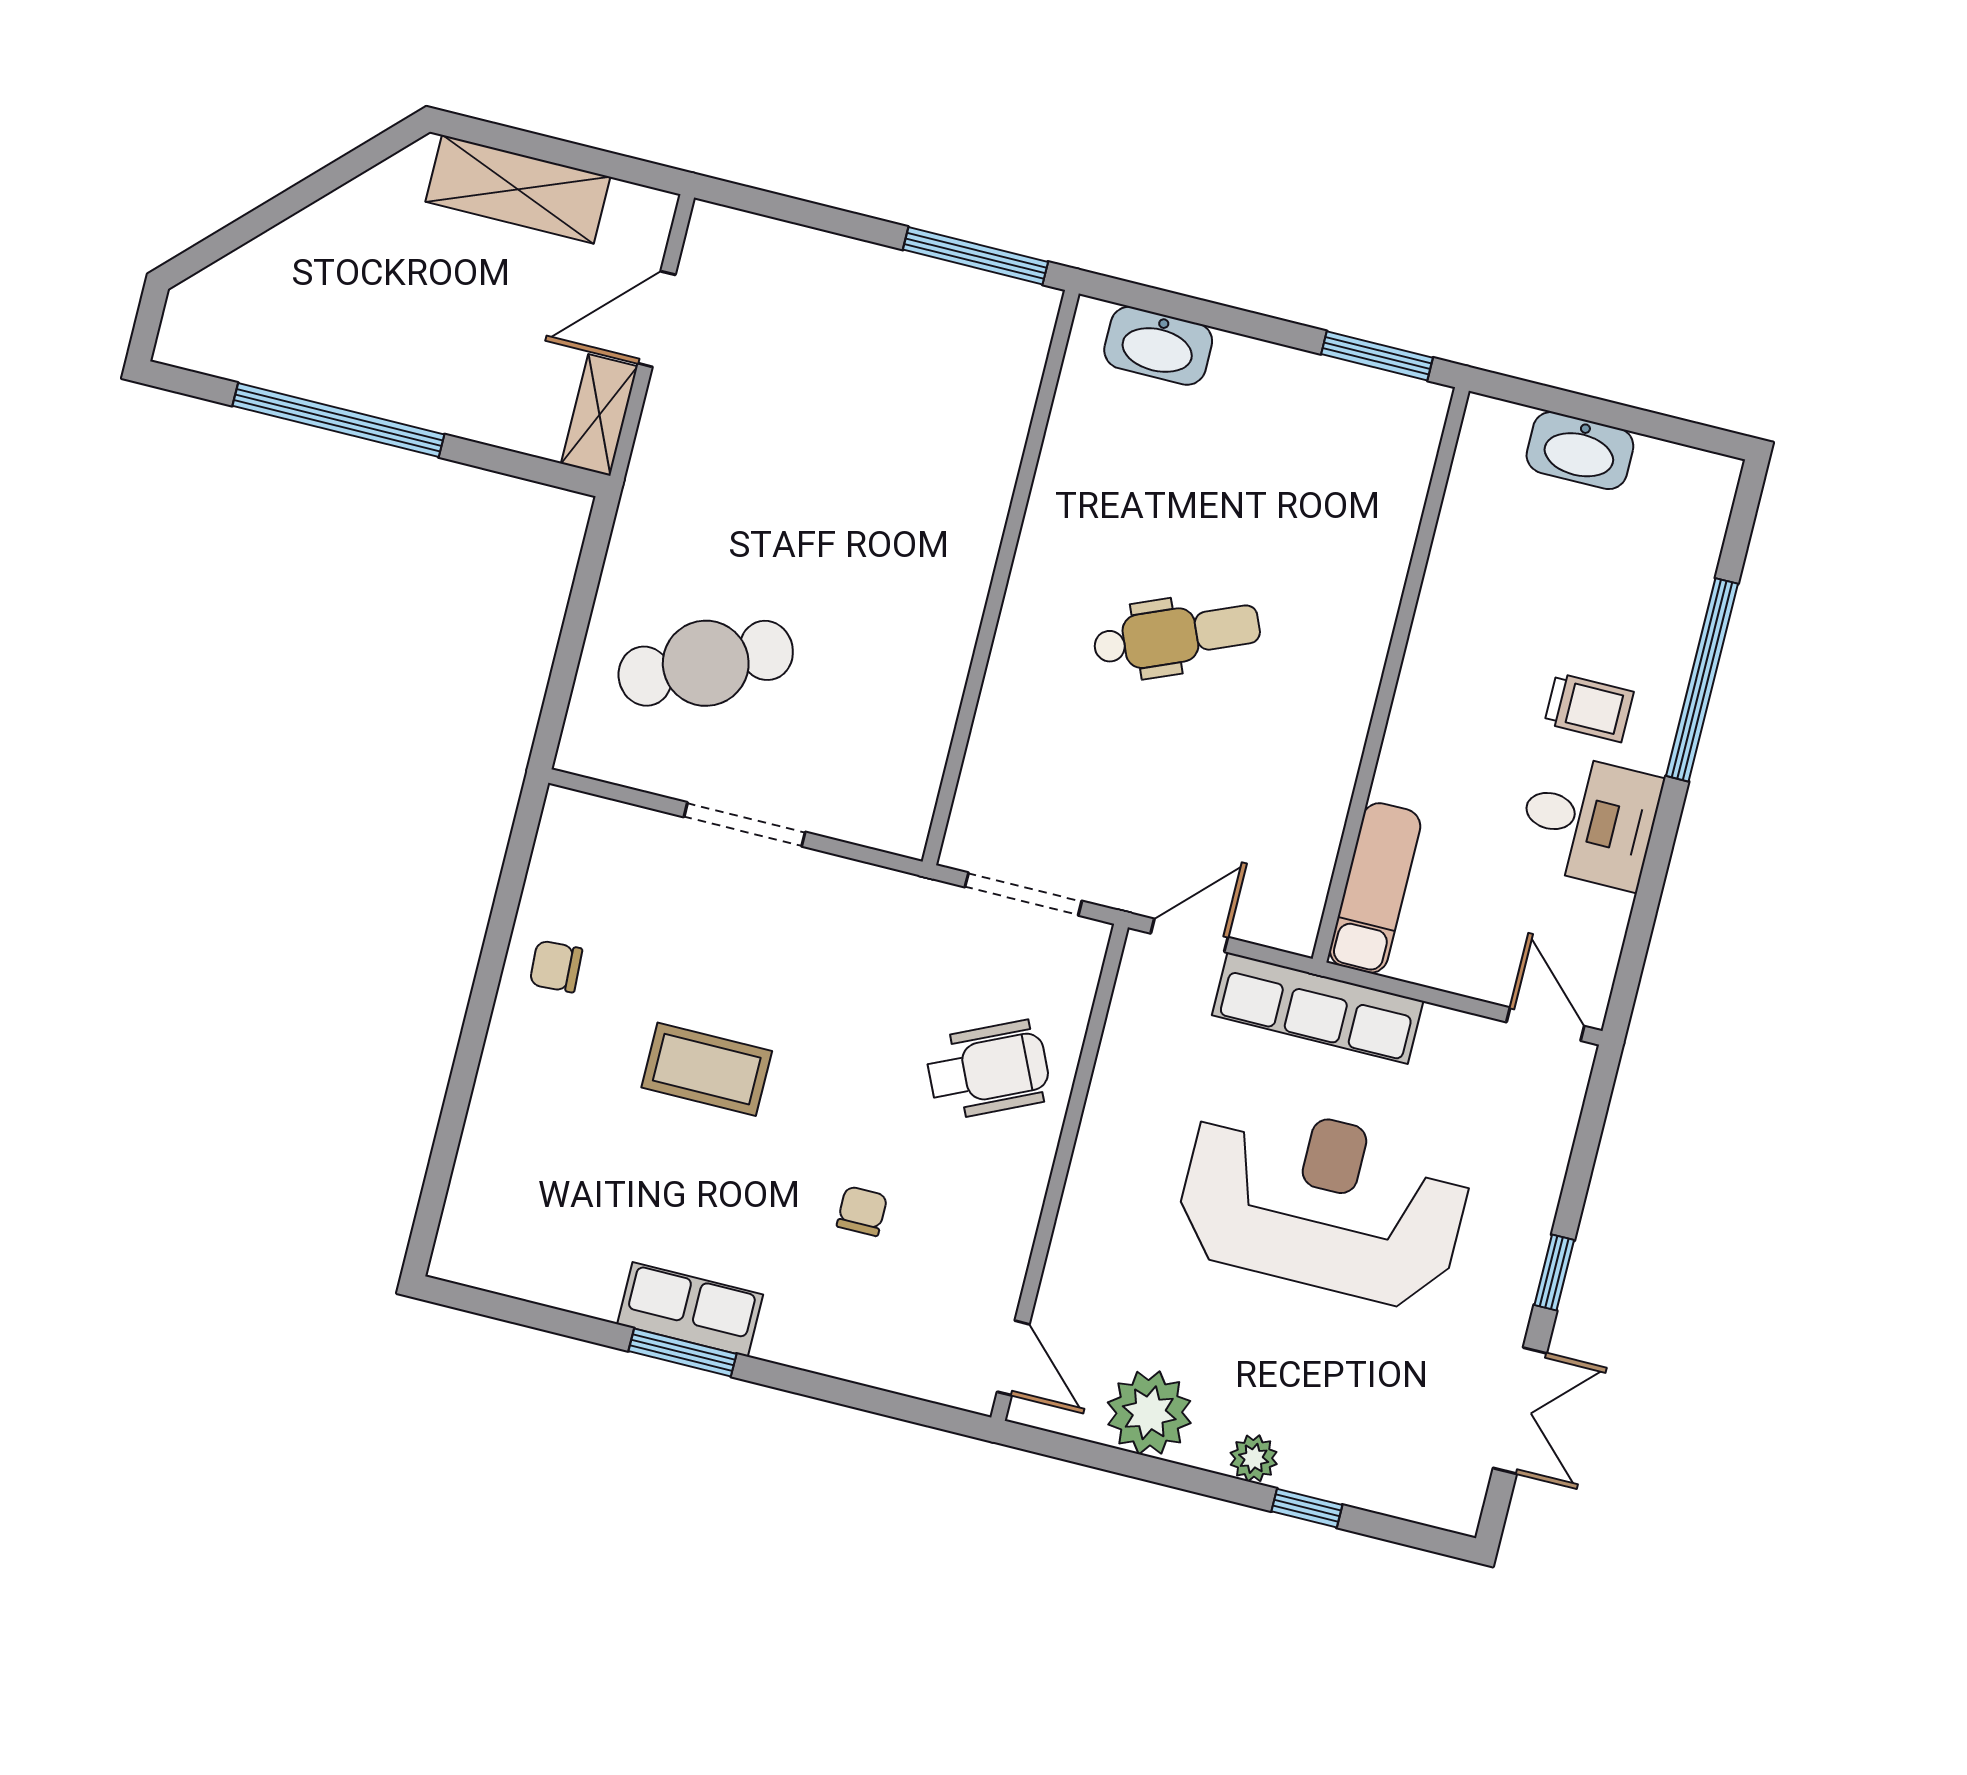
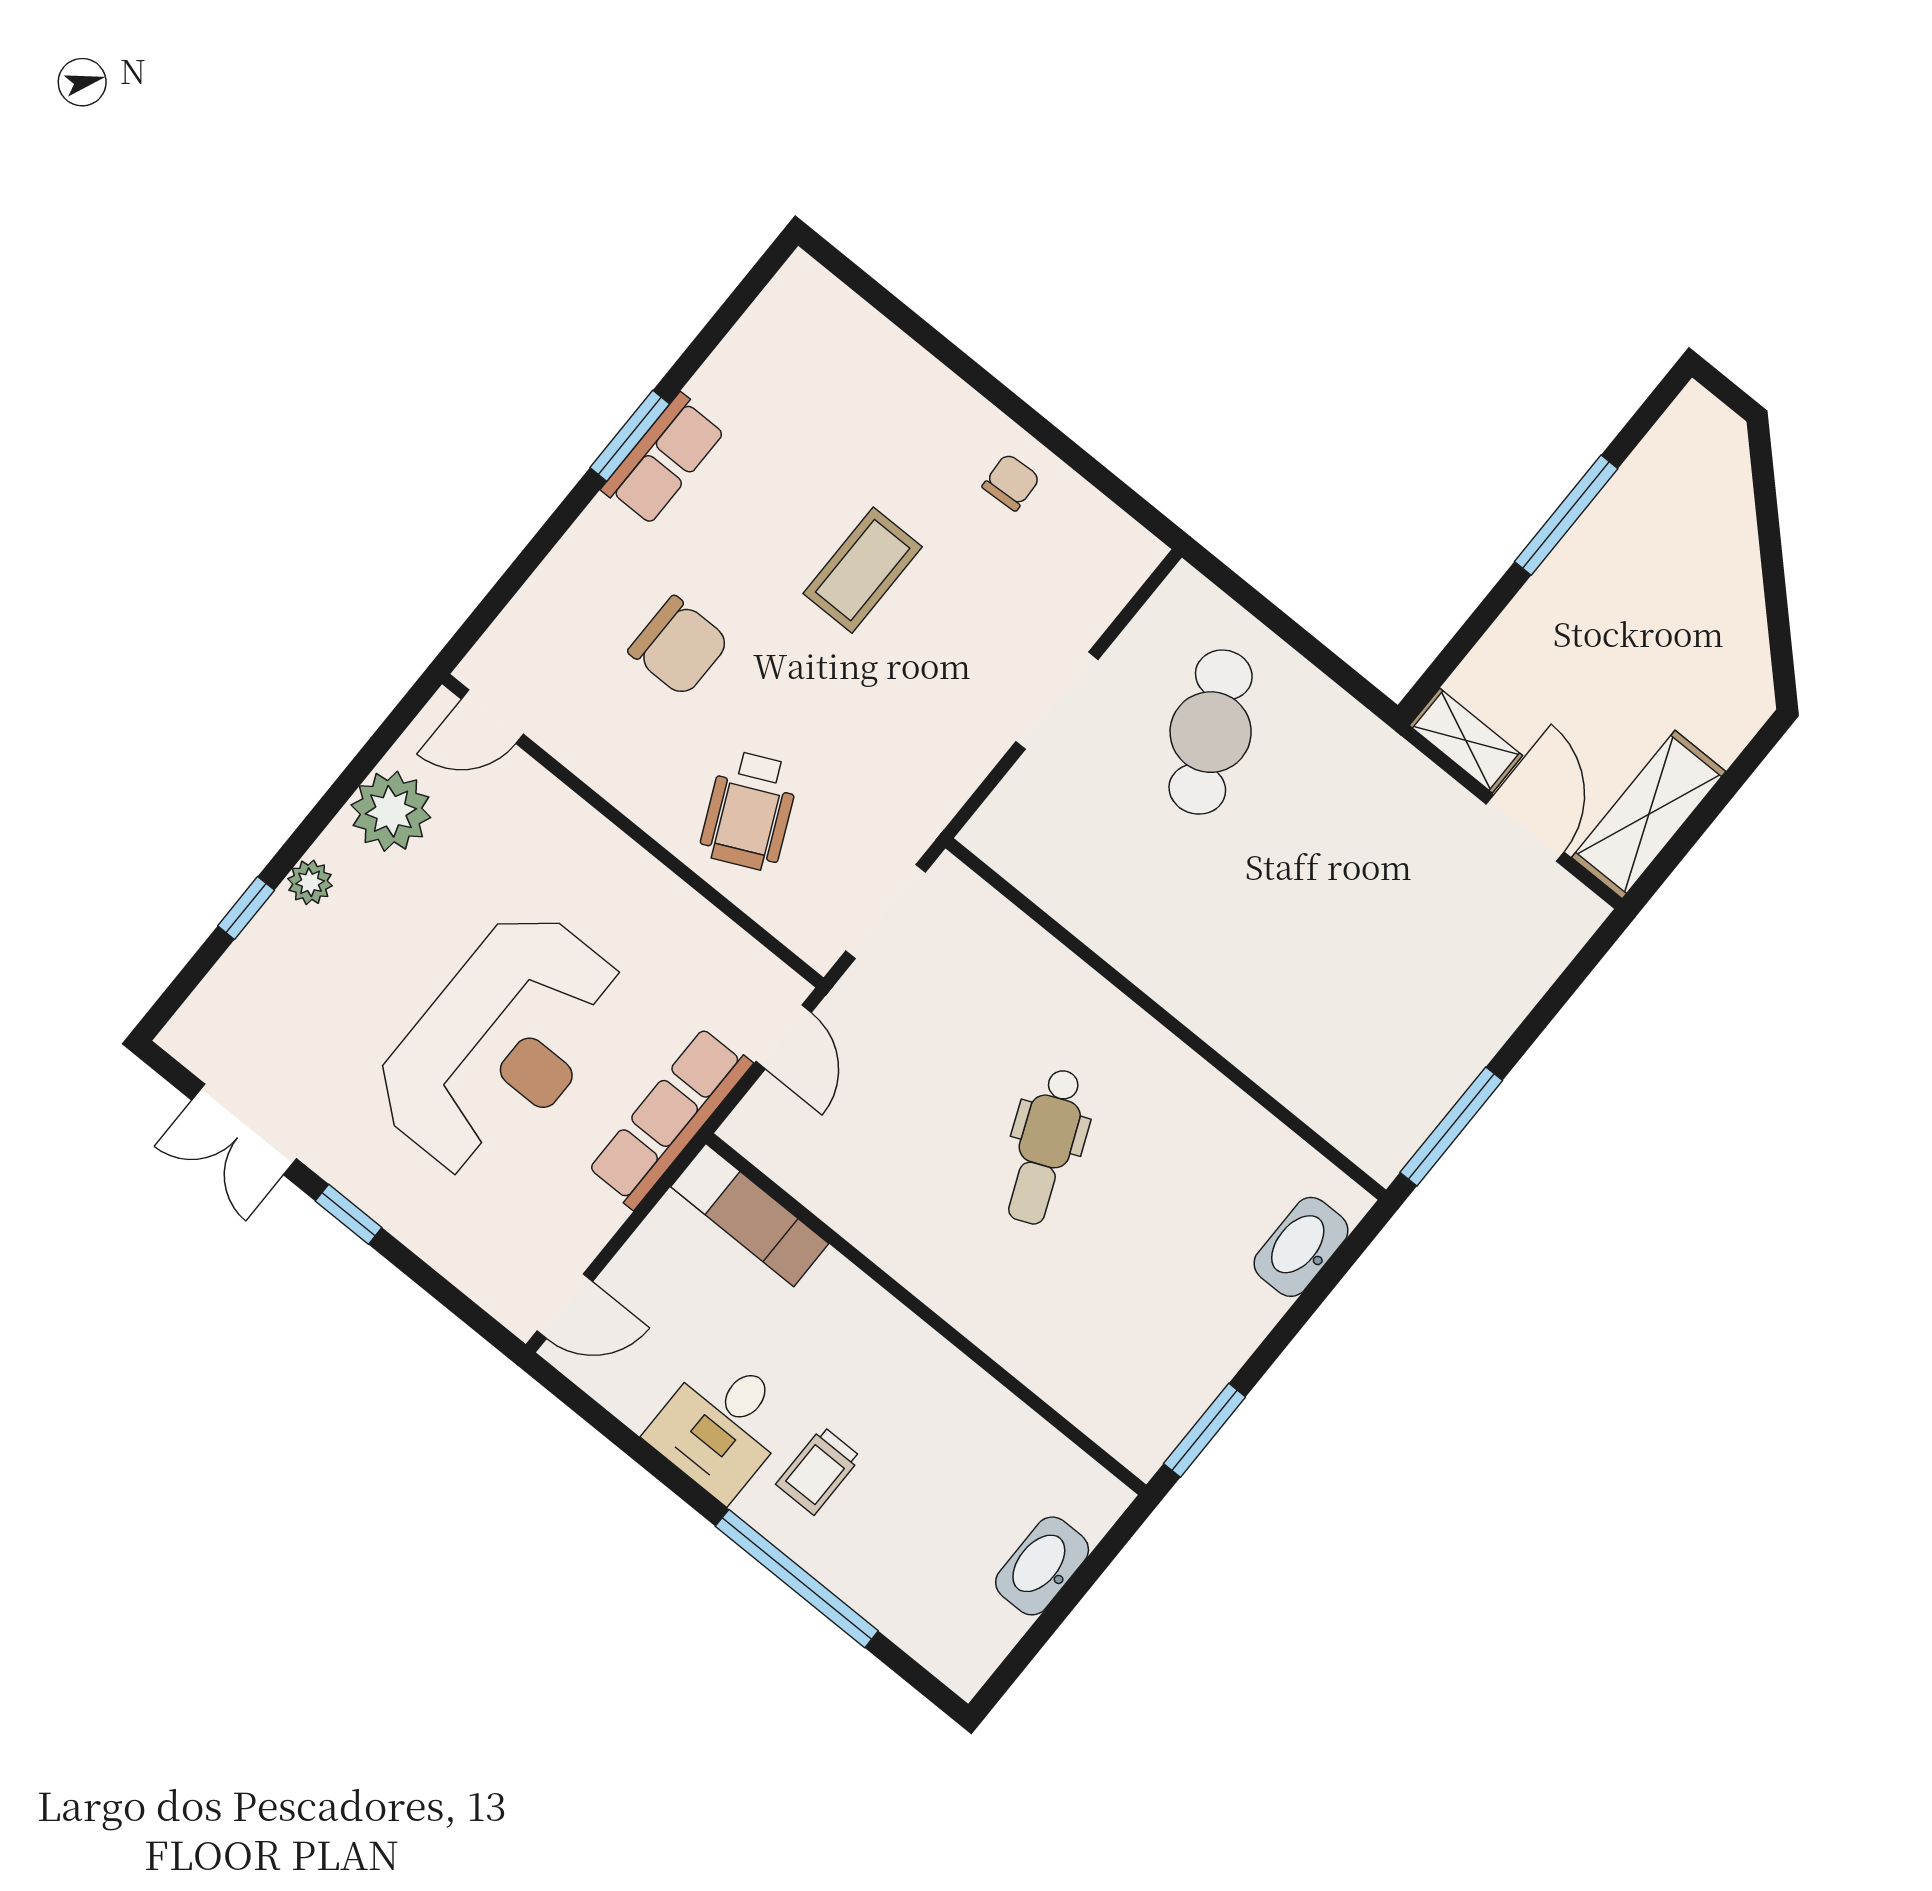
shelving: (518, 189) -> (1649, 814), moved
window: (338, 420) -> (1566, 515), width x0.68
chair: (862, 1211) -> (679, 646), width x1.87, depth x1.87

